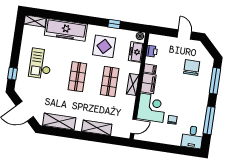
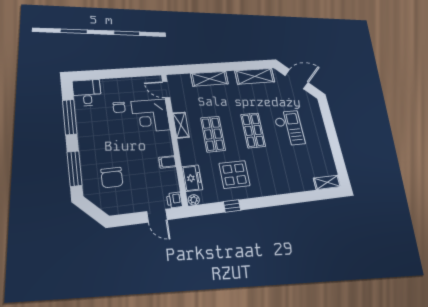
freezer: (66, 30) -> (288, 182), removed
door: (184, 34) -> (157, 216), moved
printer: (152, 51) -> (174, 200), moved
checkout: (41, 63) -> (289, 128), moved
window: (12, 74) -> (327, 116), removed
filing cabinet: (148, 83) -> (164, 143), removed
shelving: (133, 84) -> (181, 125), moved
door: (133, 126) -> (166, 89), hinge flipped

